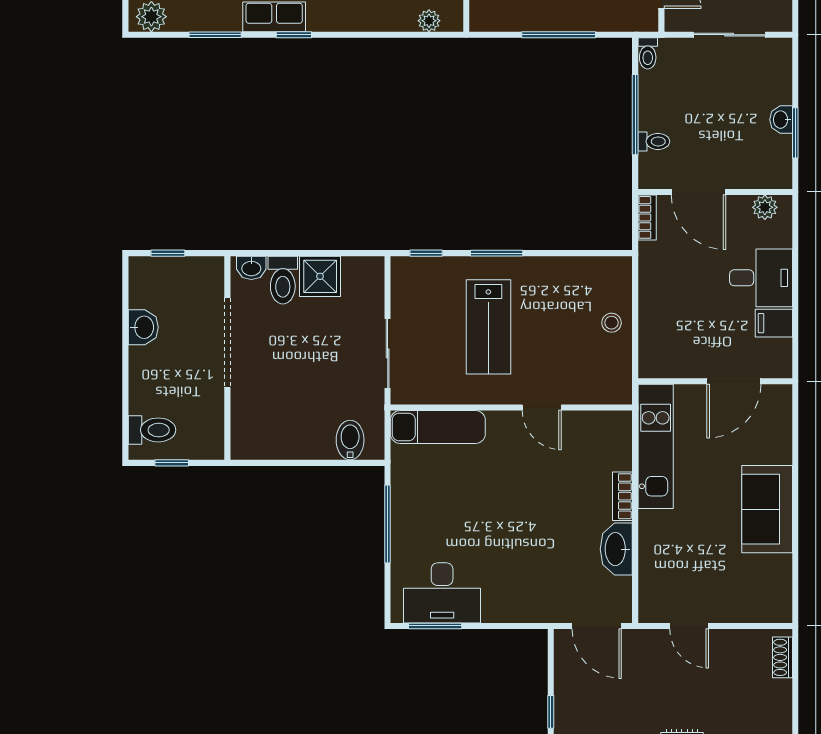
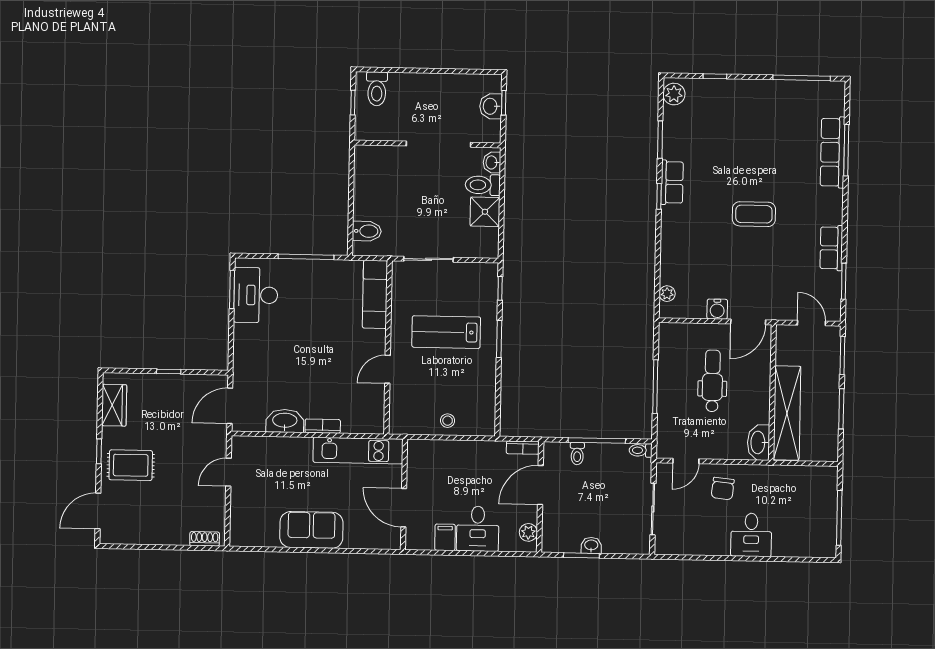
washbasin: (143, 327) -> (491, 106), moved, turned 90

